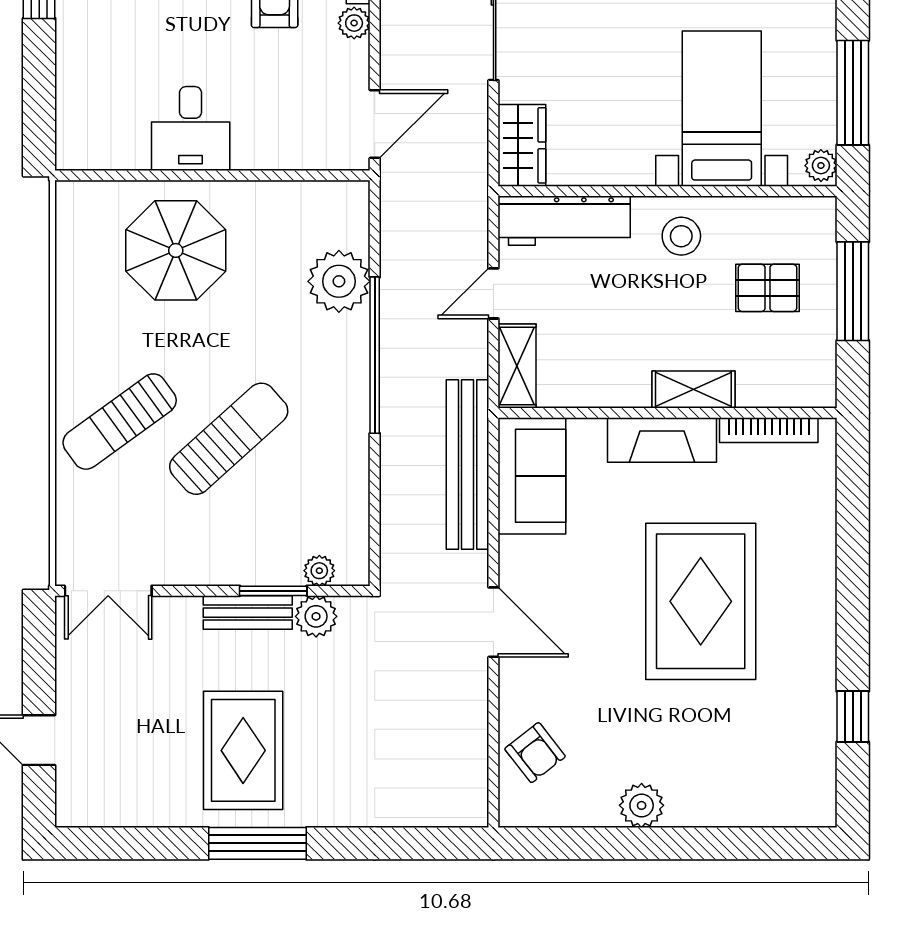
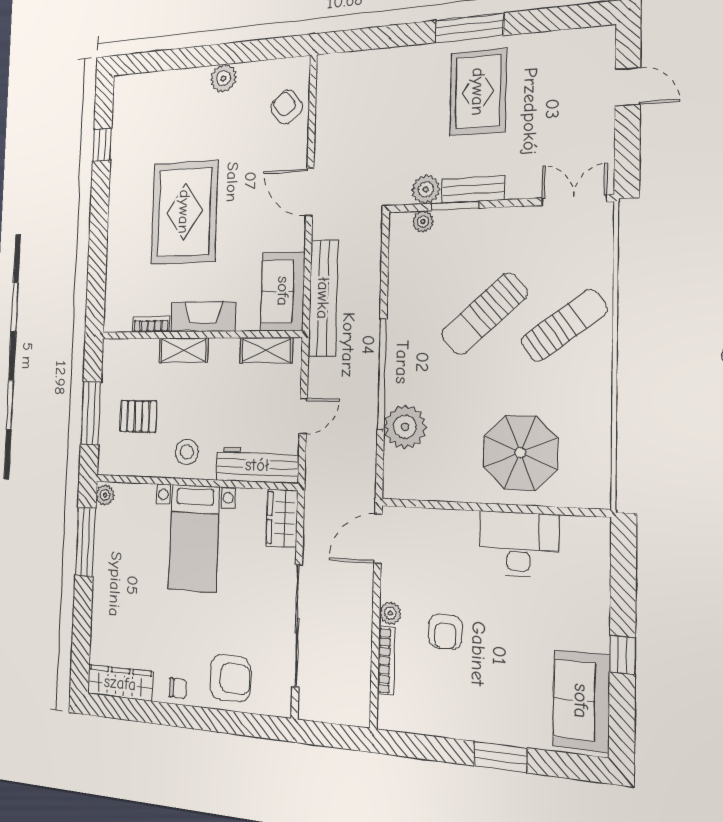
bed with nightstands: (722, 109) -> (194, 538), moved
desk: (191, 129) -> (519, 544), width x1.37
shelving: (517, 366) -> (266, 350), moved, turned 90
bookcase: (769, 430) -> (151, 324), width x0.64

